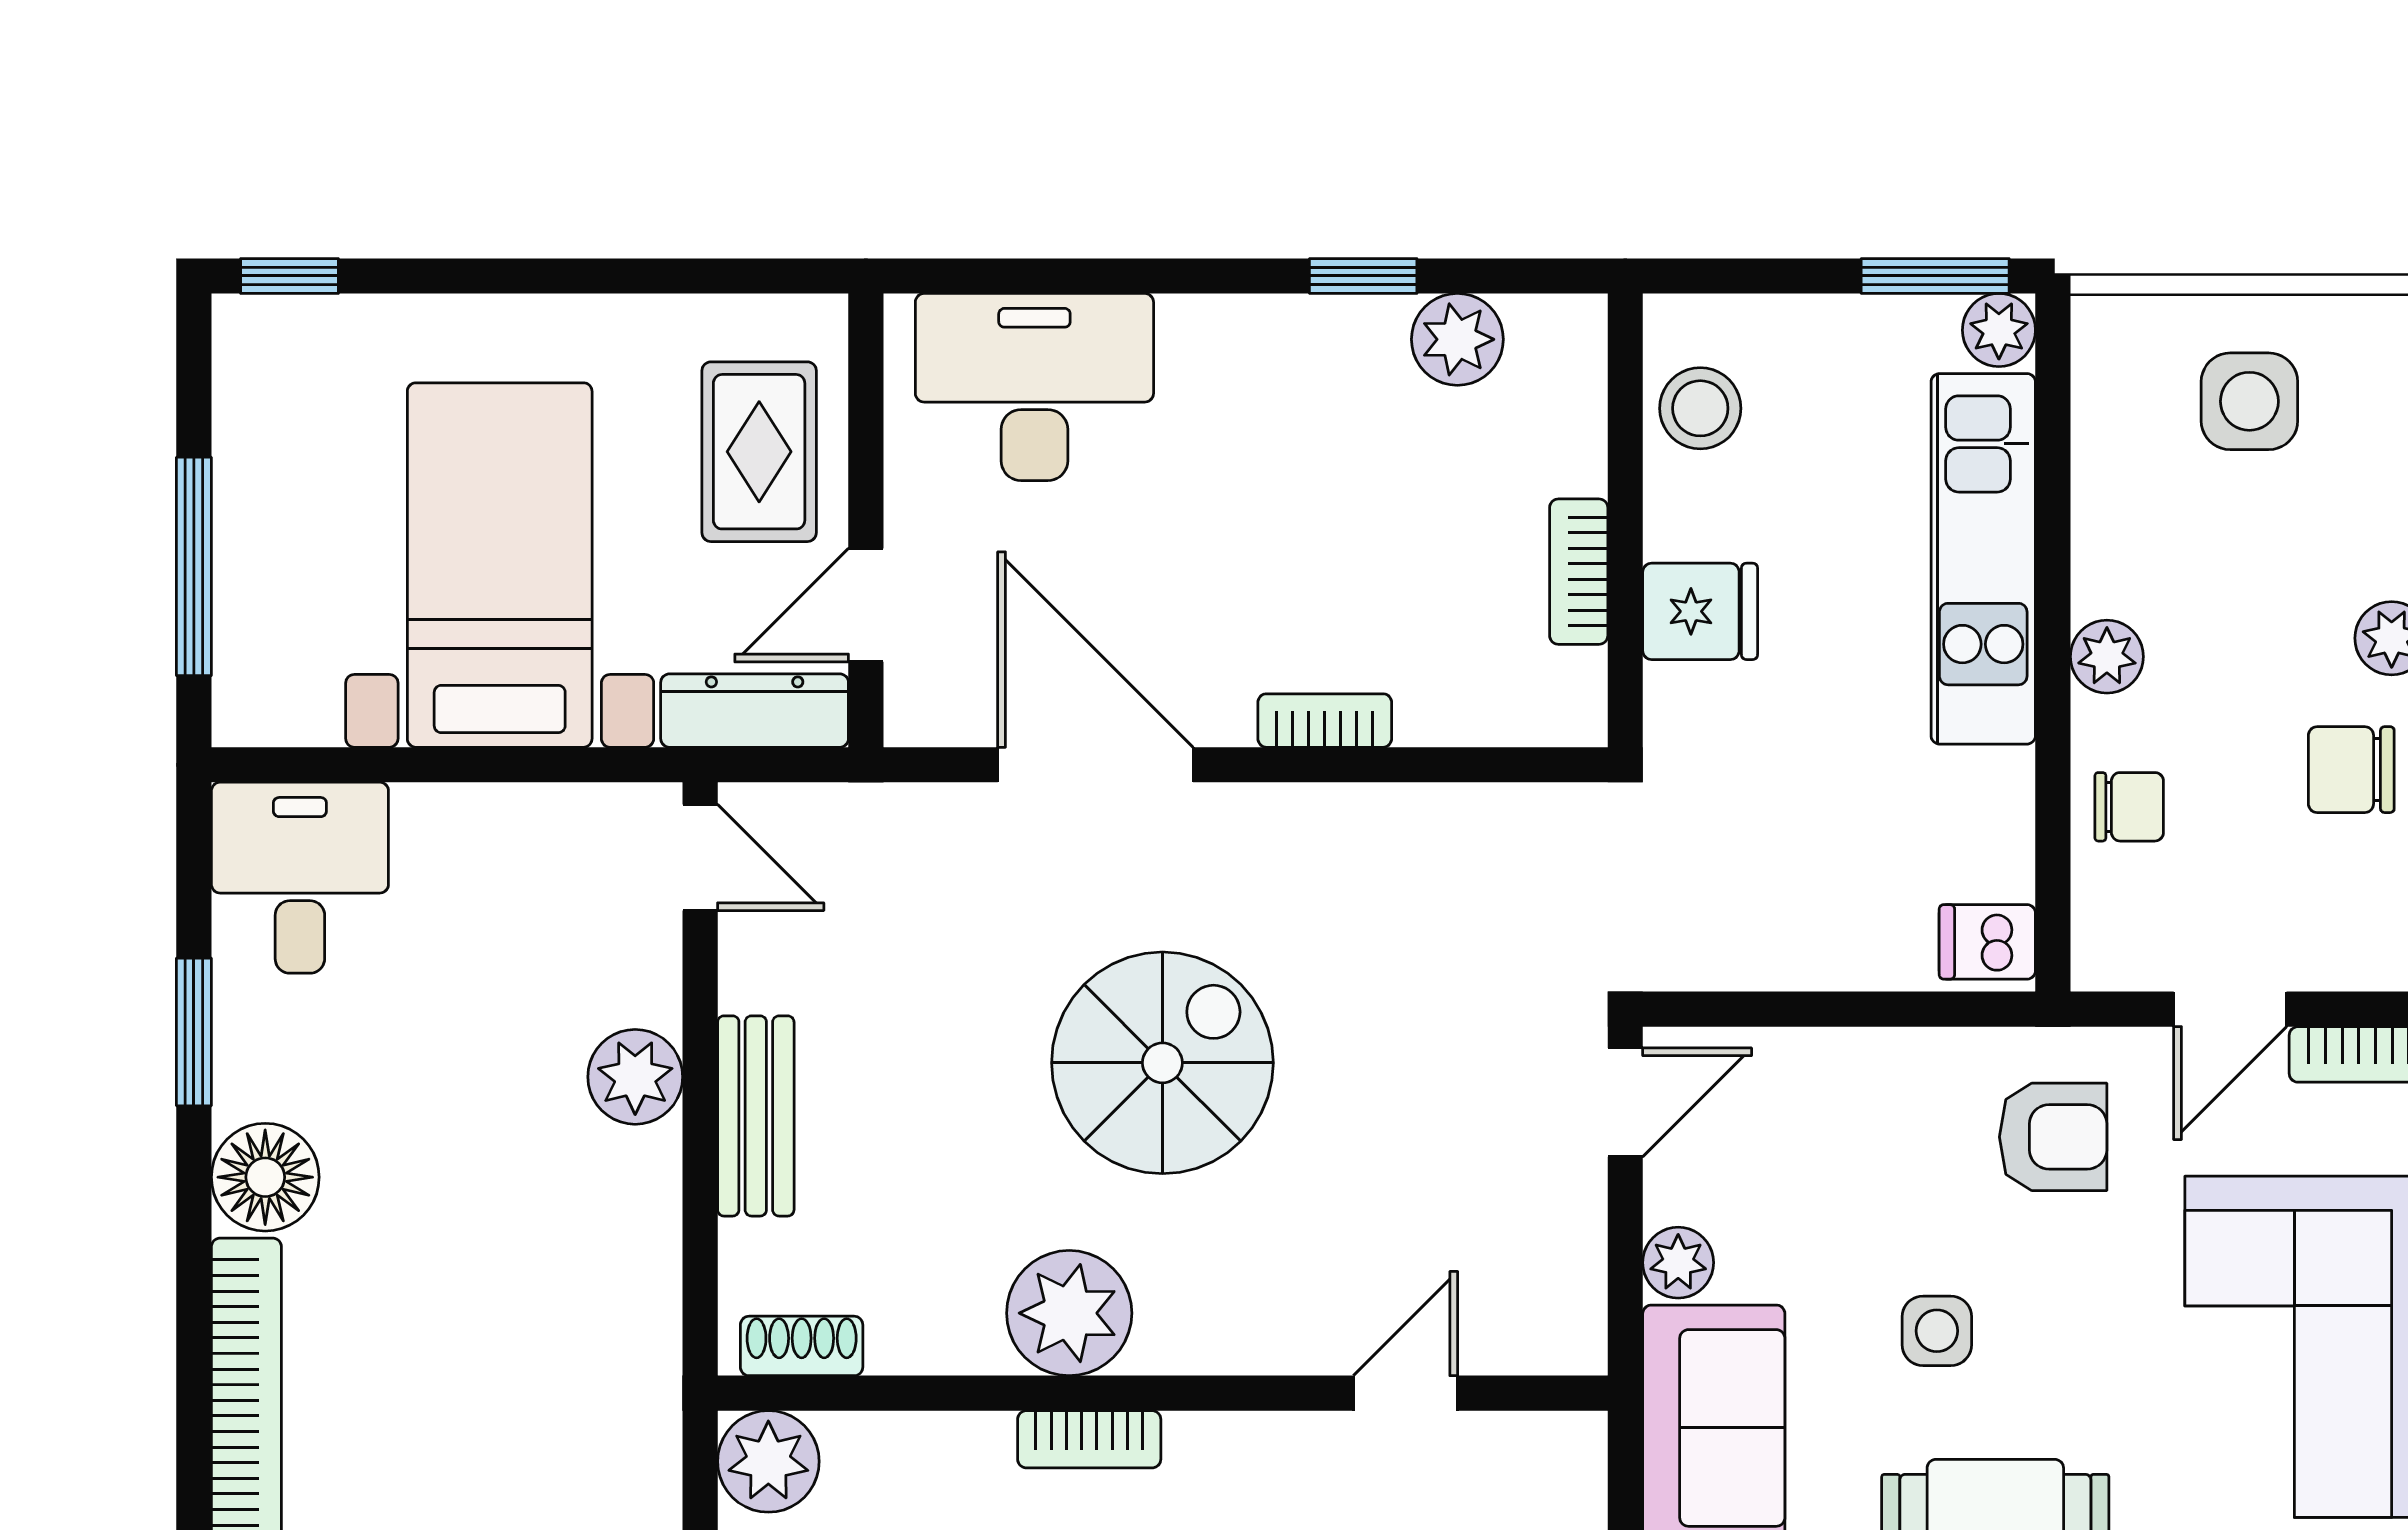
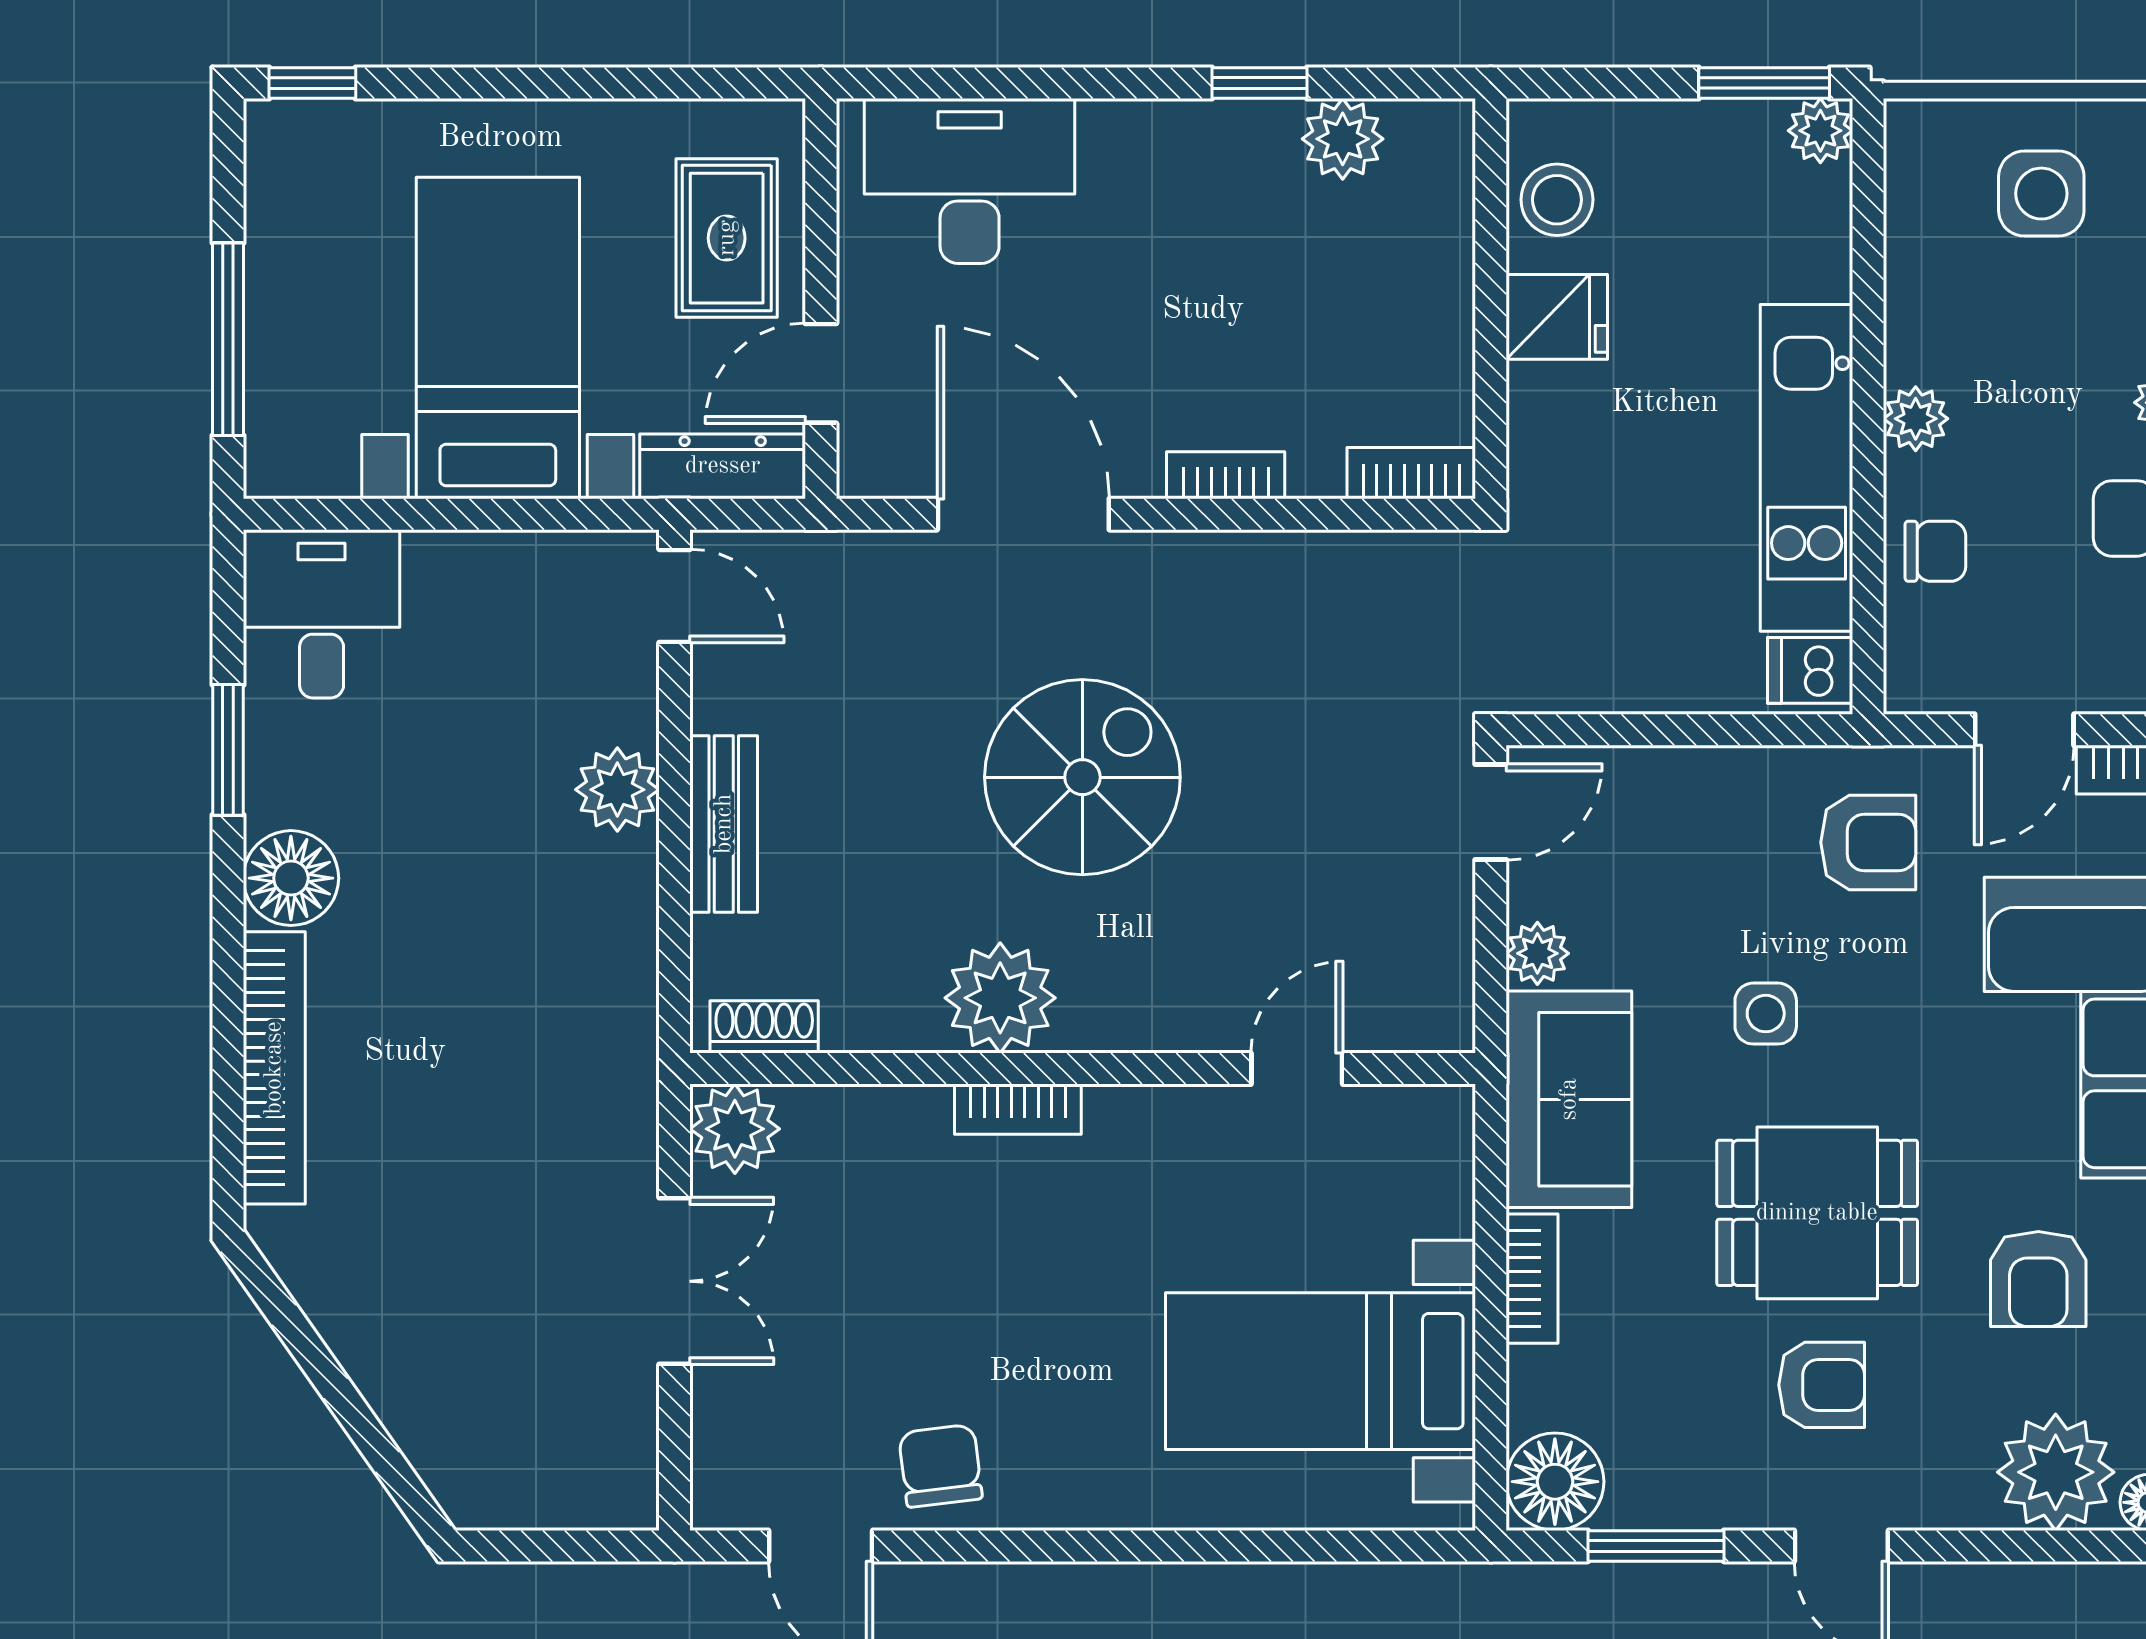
kitchen unit: (1983, 559) -> (1807, 468), moved
bookcase: (1579, 572) -> (1411, 473), moved, turned 90
fridge: (1700, 611) -> (1557, 317), moved

